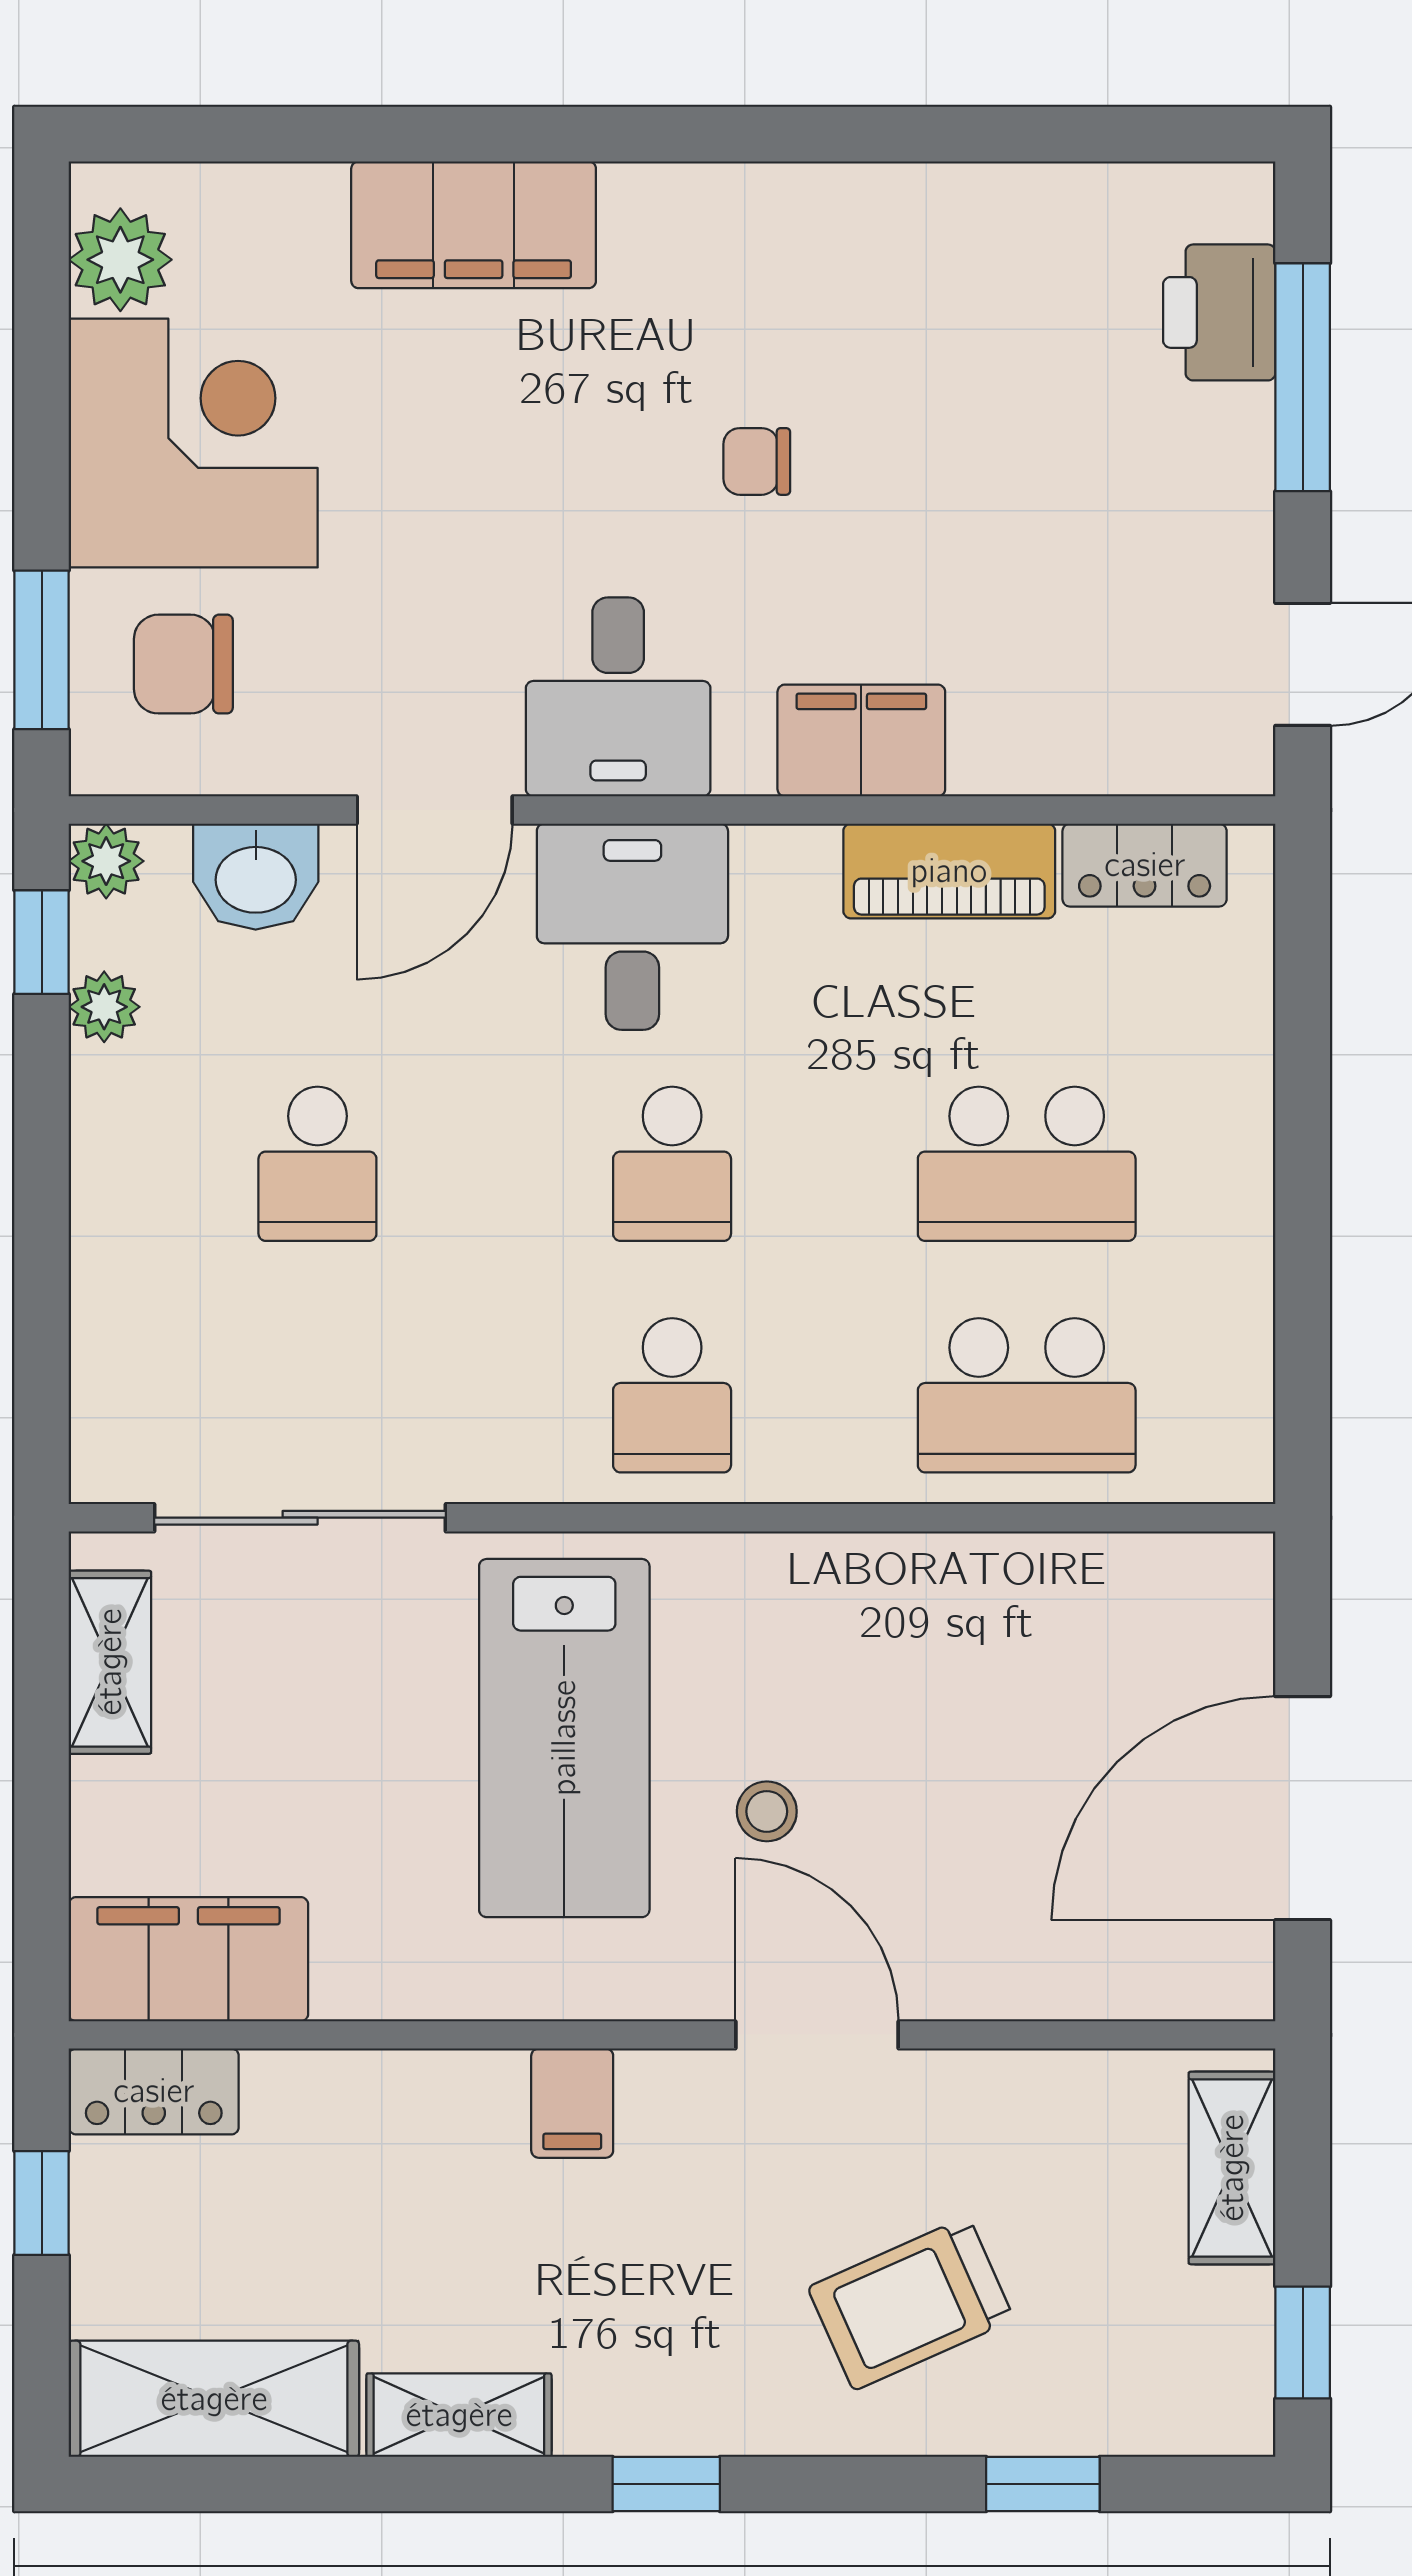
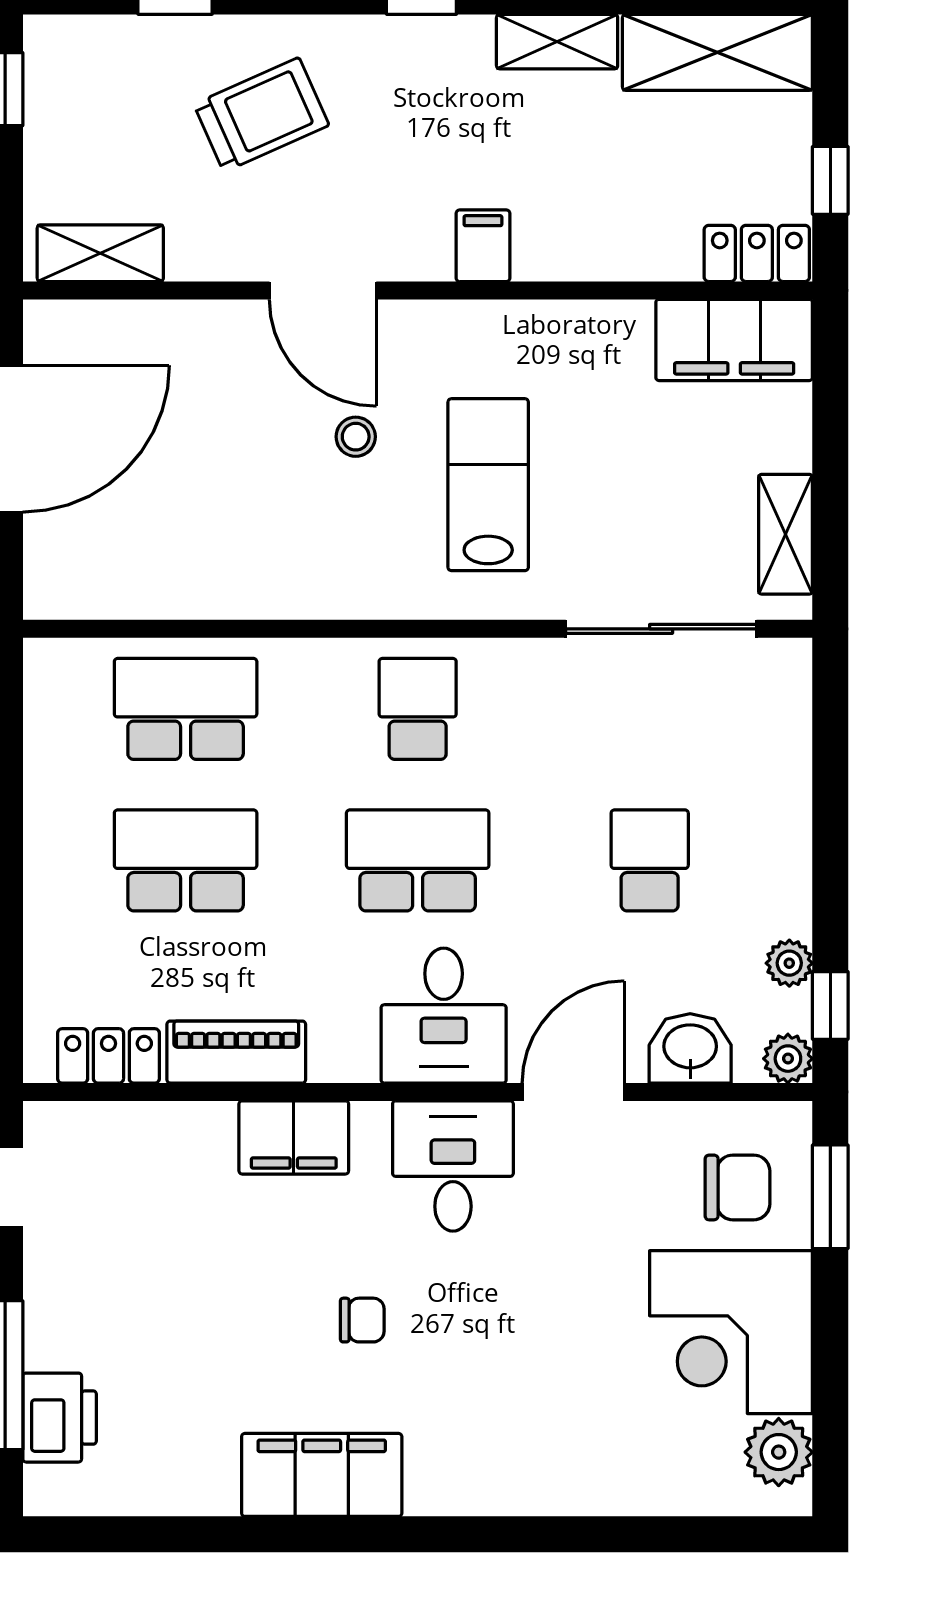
filing cabinet: (474, 225) -> (322, 1475), moved
school desk: (672, 1164) -> (418, 860), width x1.85
lab bench: (564, 1738) -> (488, 485), width x0.73, depth x0.72
shelving: (1232, 2168) -> (100, 253), moved, turned 90

